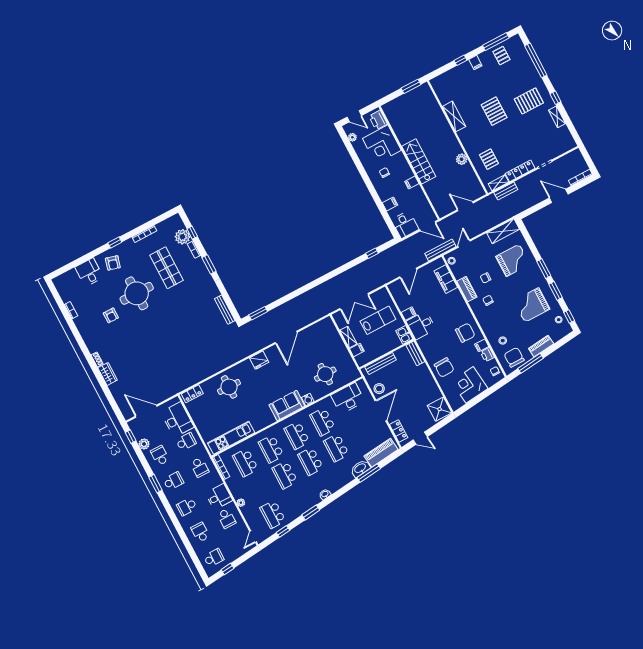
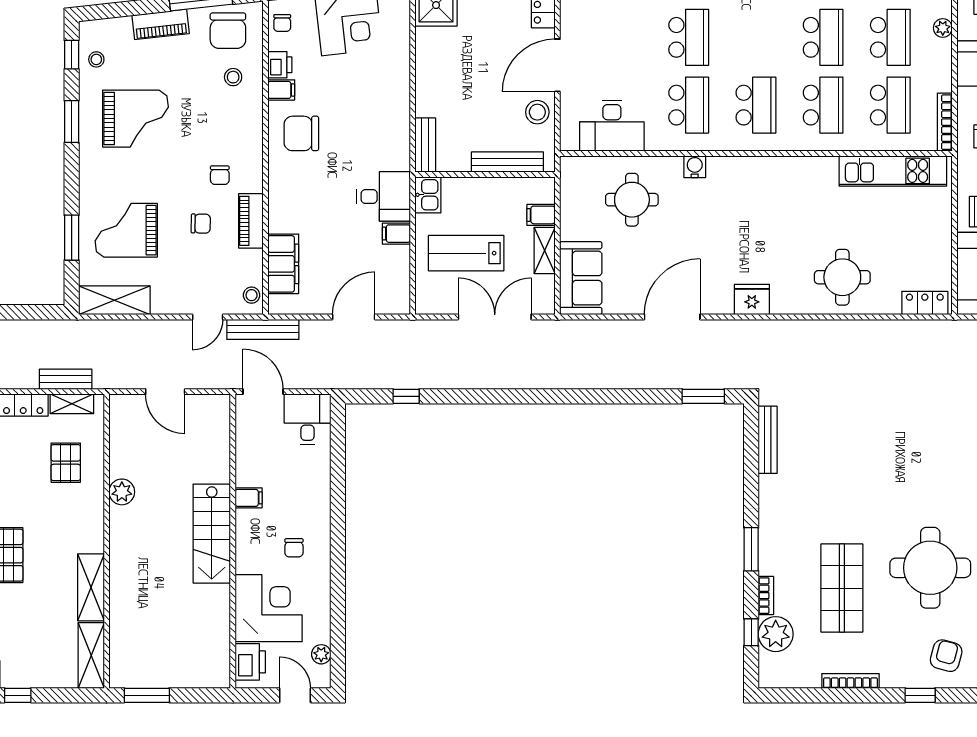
shelving: (440, 90) -> (91, 655), added
filing cabinet: (390, 204) -> (316, 478), removed
window: (544, 269) -> (72, 238), moved
chair: (444, 367) -> (382, 85), removed
sofa: (287, 405) -> (581, 278), moved, turned -90
school desk: (311, 461) -> (890, 37), moved

